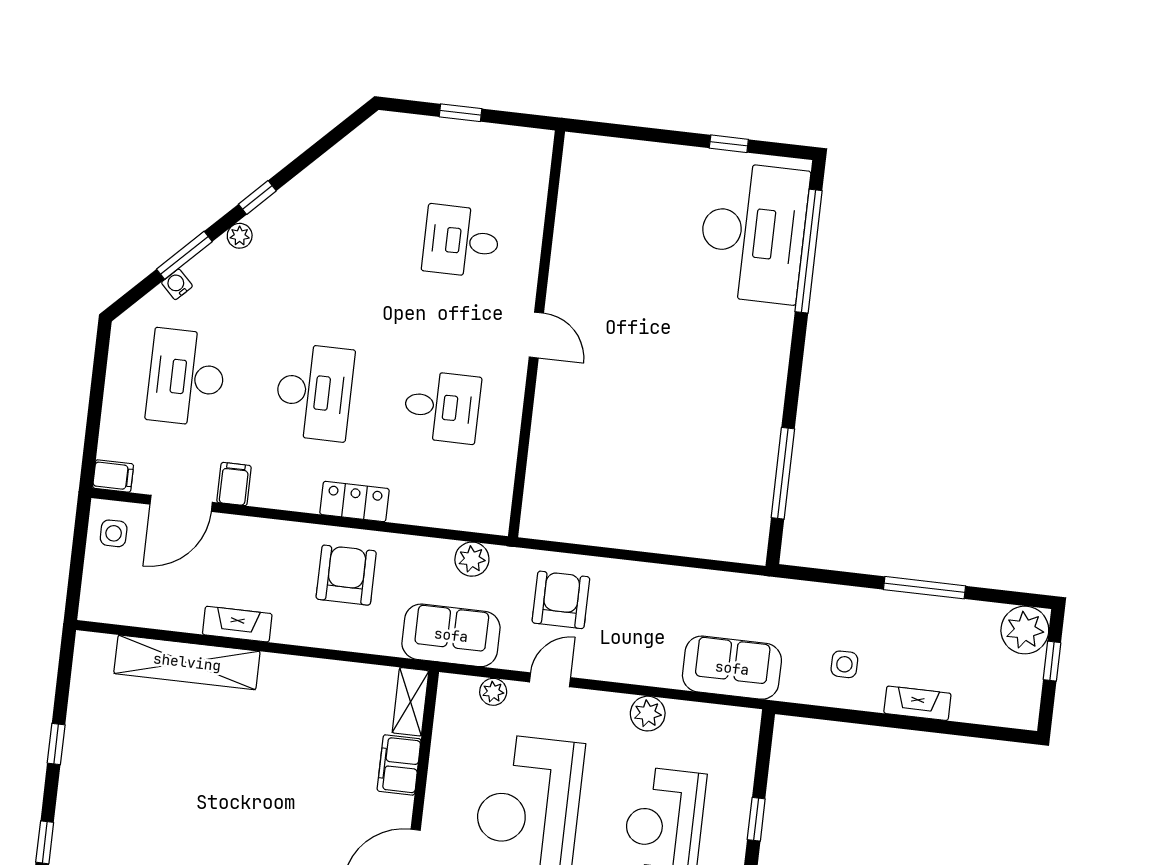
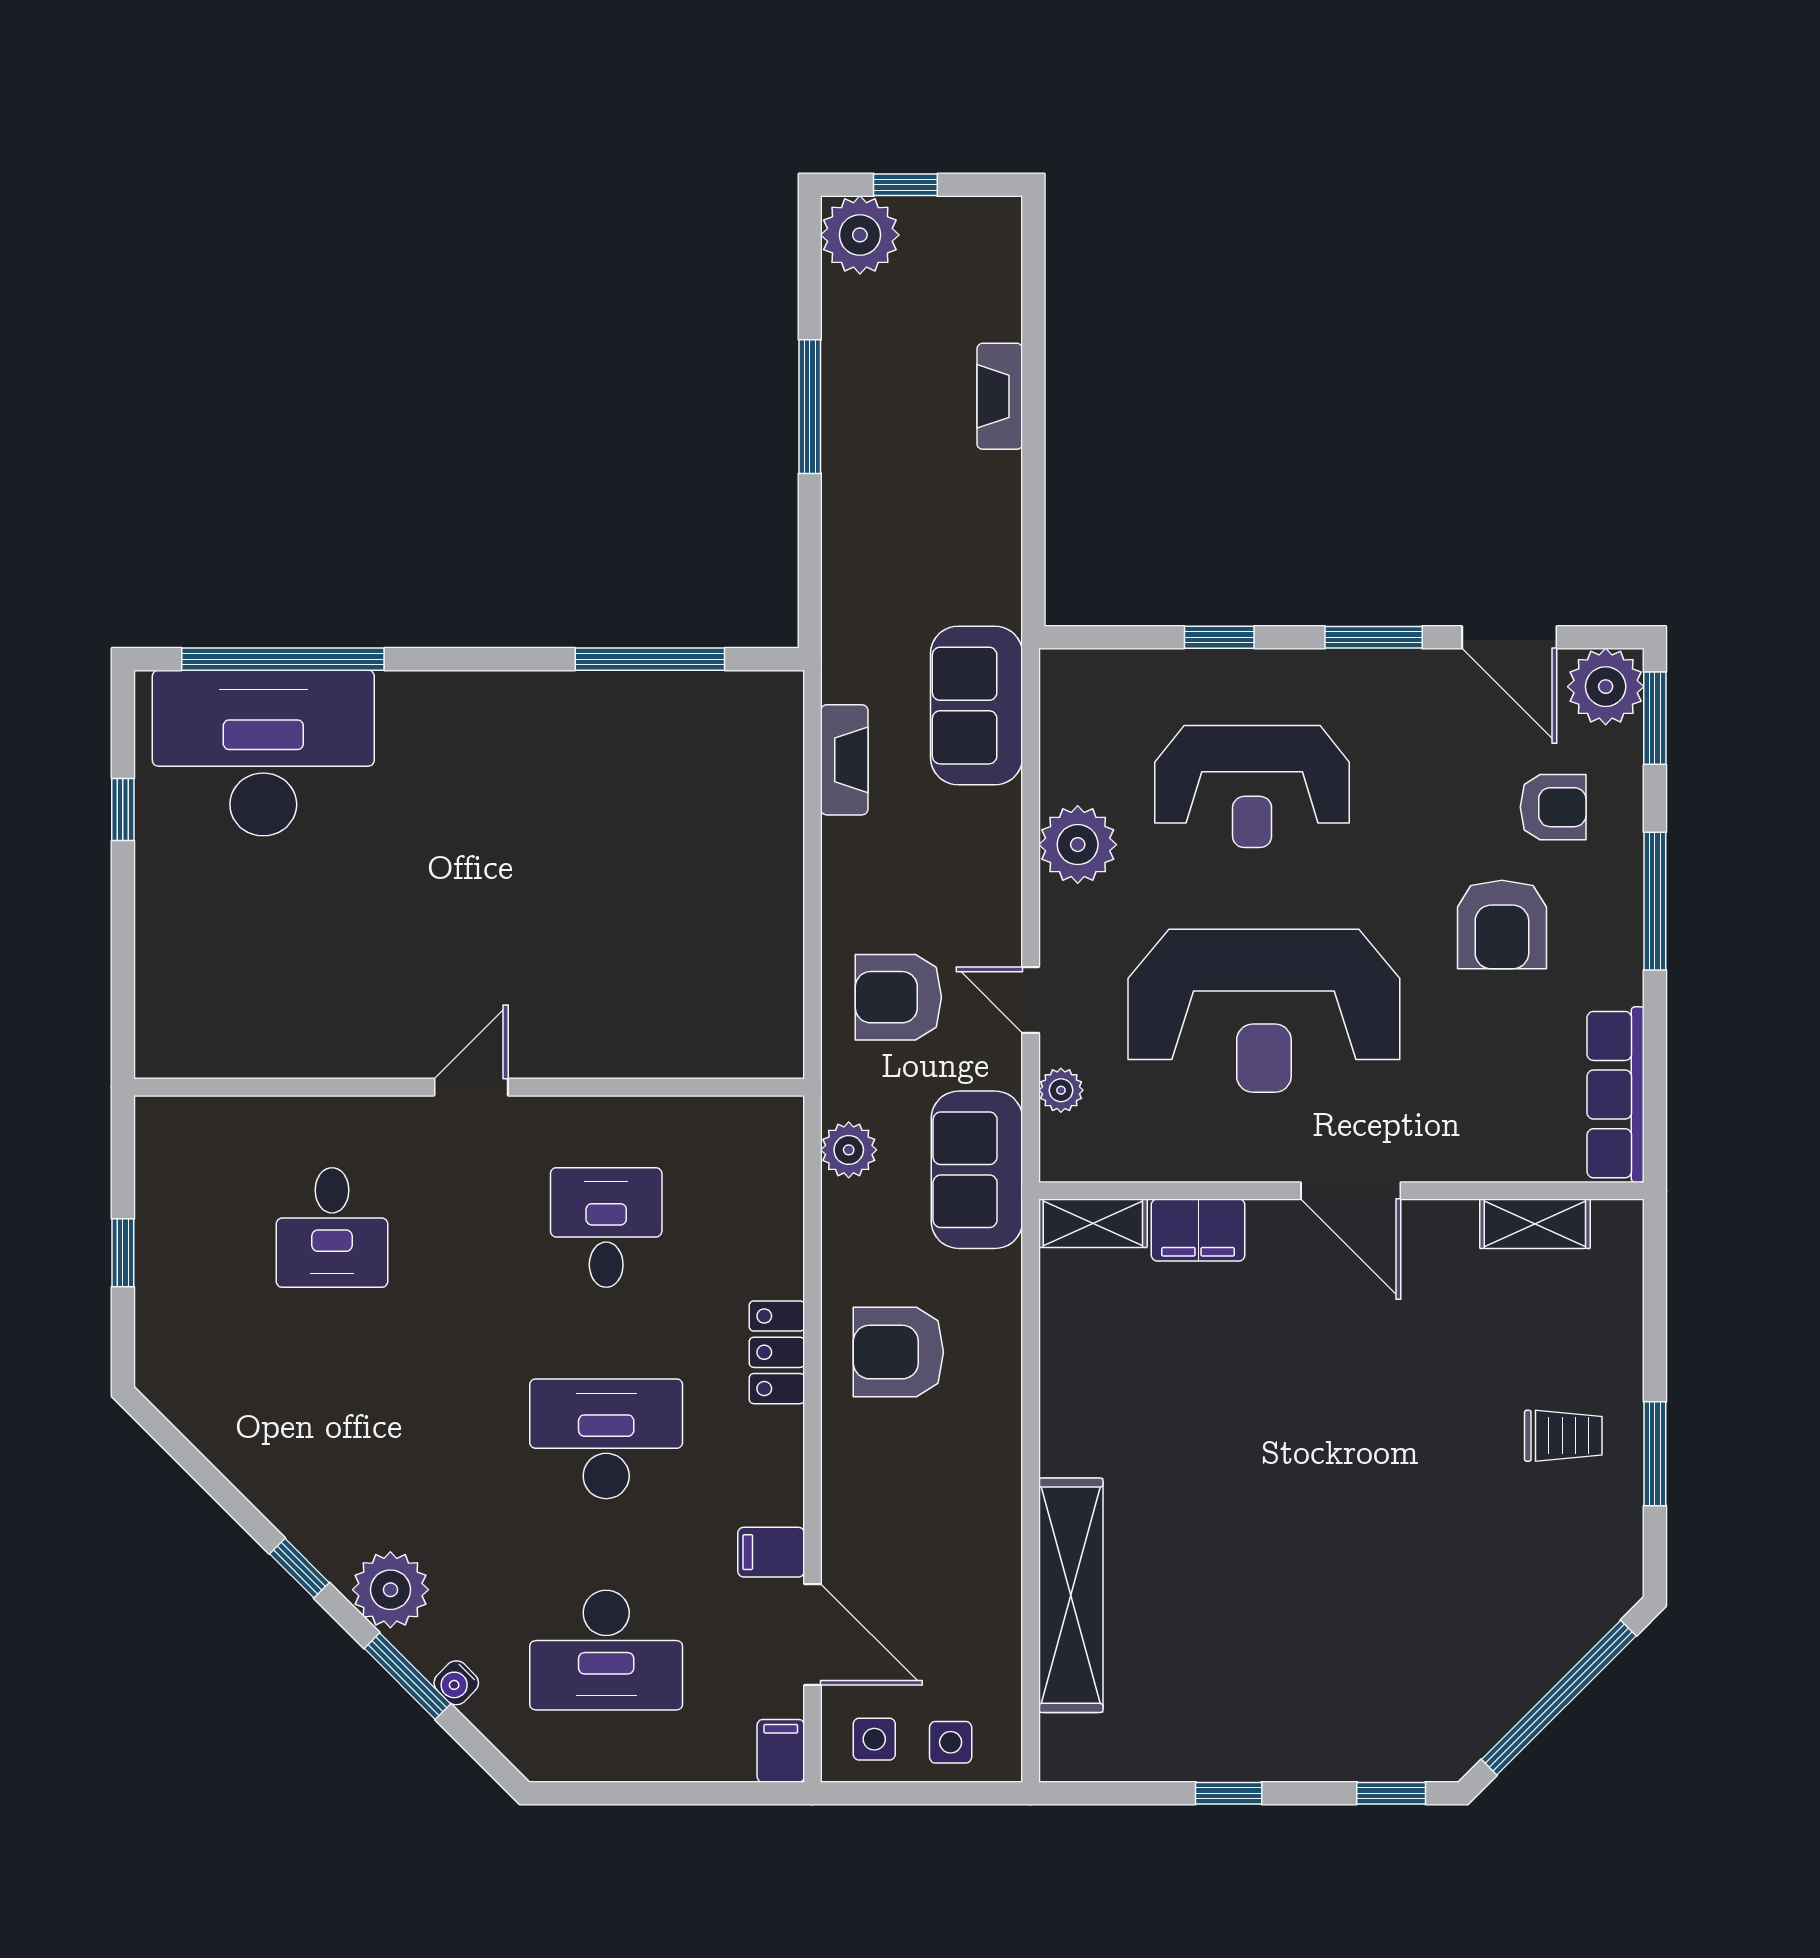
plant: (240, 236) -> (390, 1590), width x1.87, depth x1.87
fireplace: (237, 624) -> (844, 760), moved, turned 180
side table: (844, 664) -> (951, 1742), moved
plant: (648, 714) -> (1078, 845), width x1.36, depth x1.36

